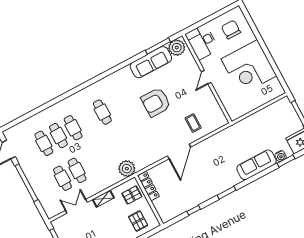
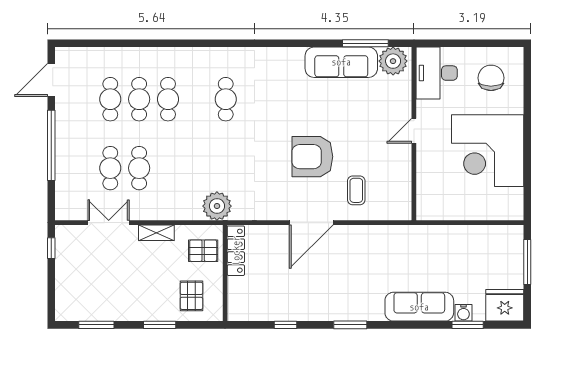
armchair: (156, 102) -> (312, 157), moved

